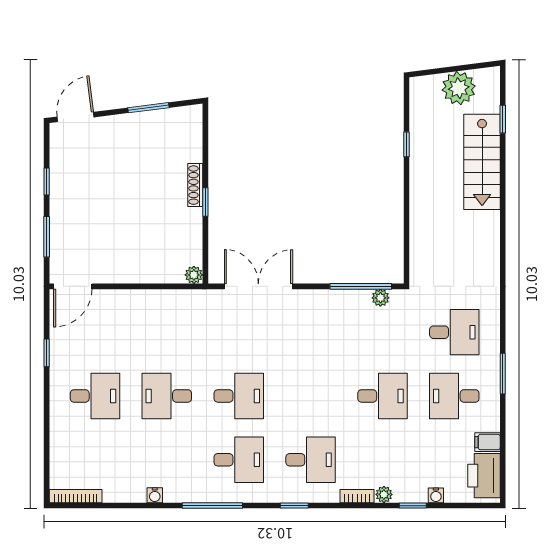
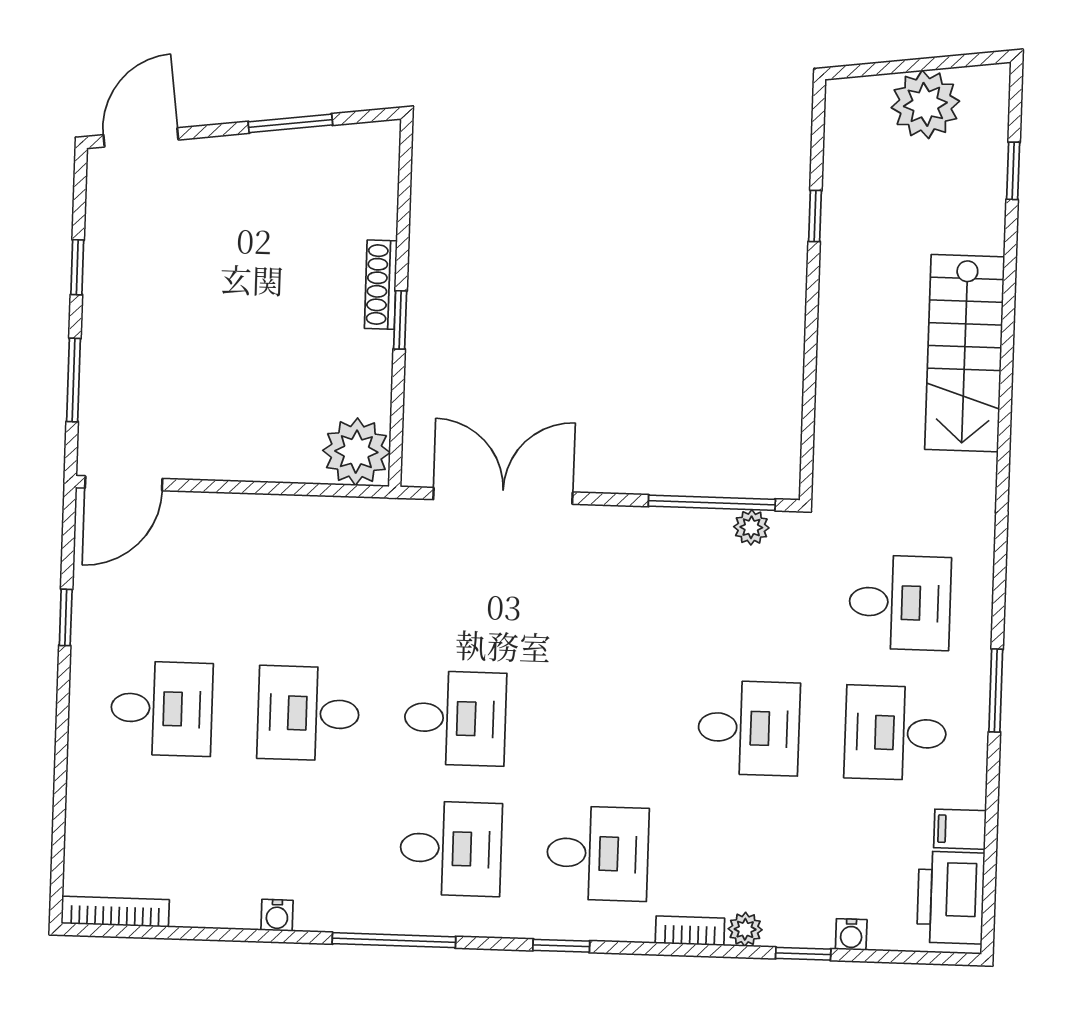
stairs: (482, 162) -> (965, 353), moved
plant: (194, 275) -> (356, 452), width x1.88, depth x1.88

